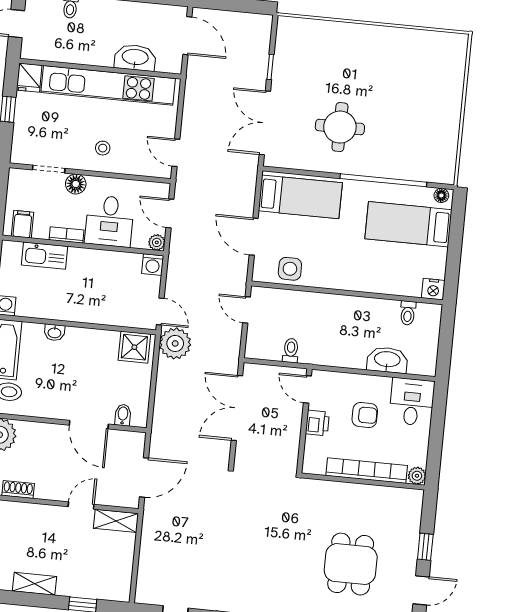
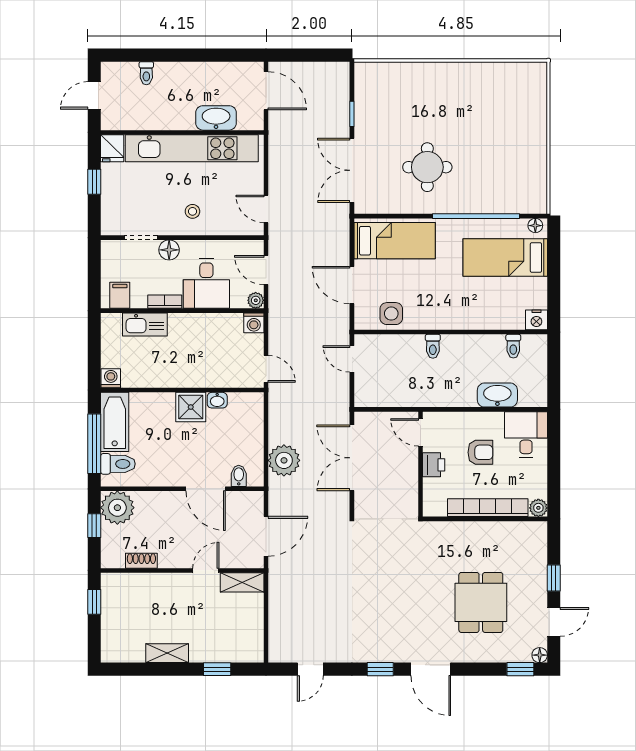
washbasin: (54, 332) -> (217, 400), moved
plant: (175, 343) -> (284, 460), moved
shower: (134, 347) -> (191, 407), moved
toilet: (291, 351) -> (433, 346), moved, turned 180

